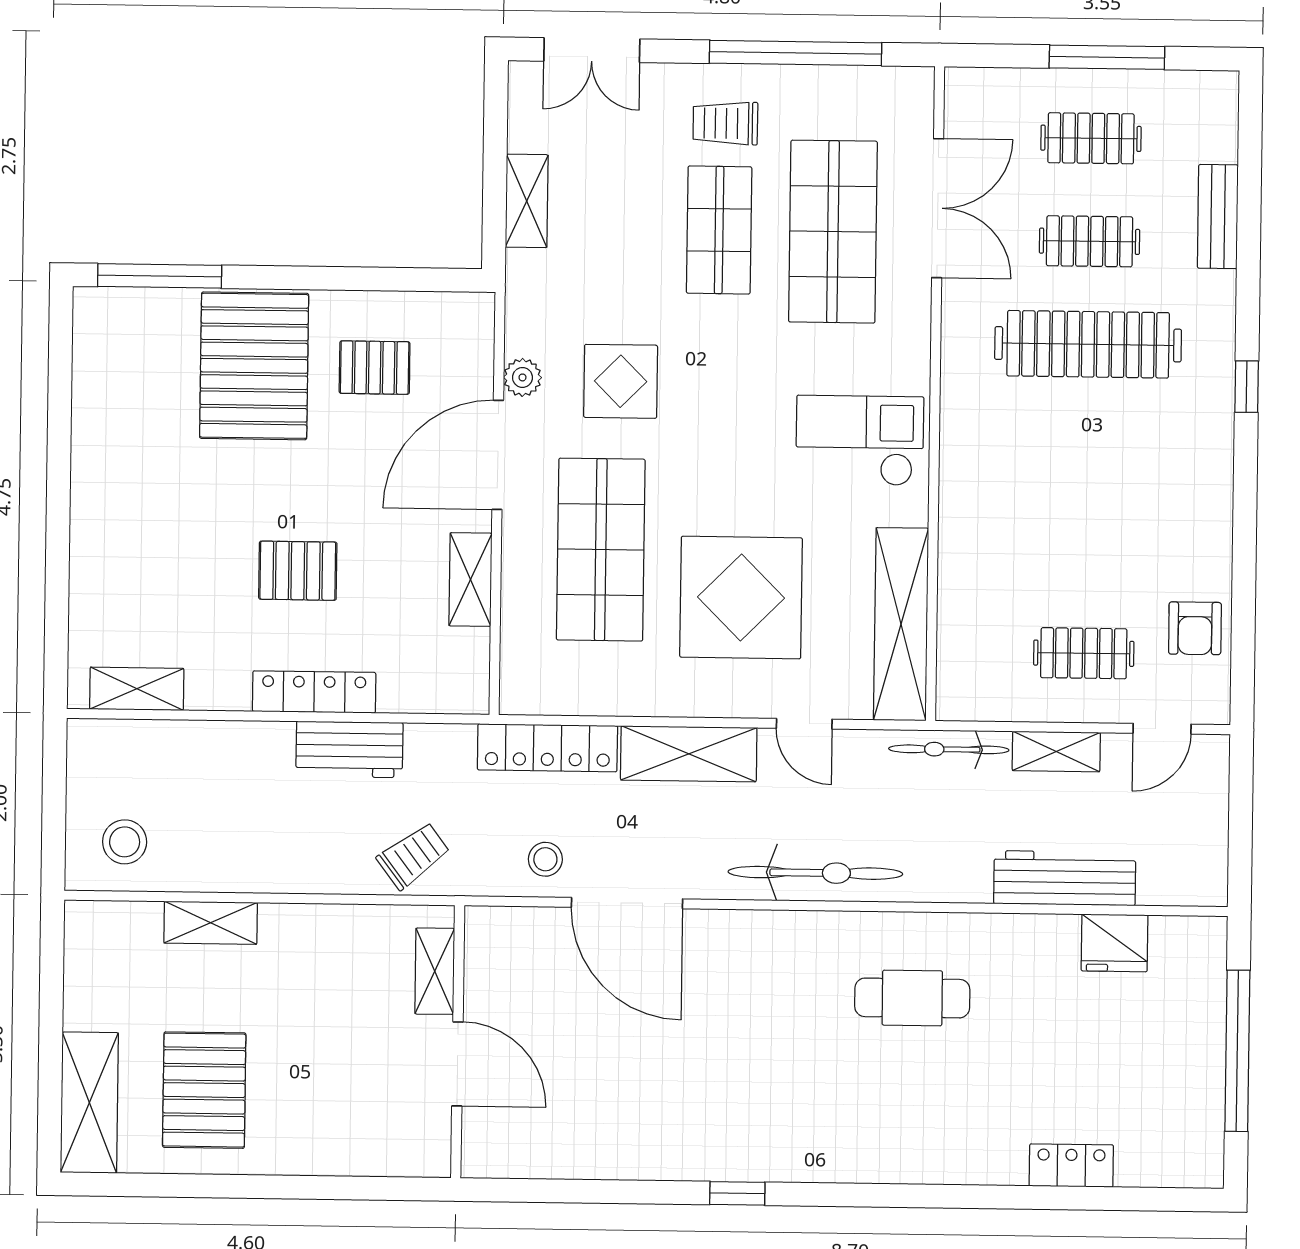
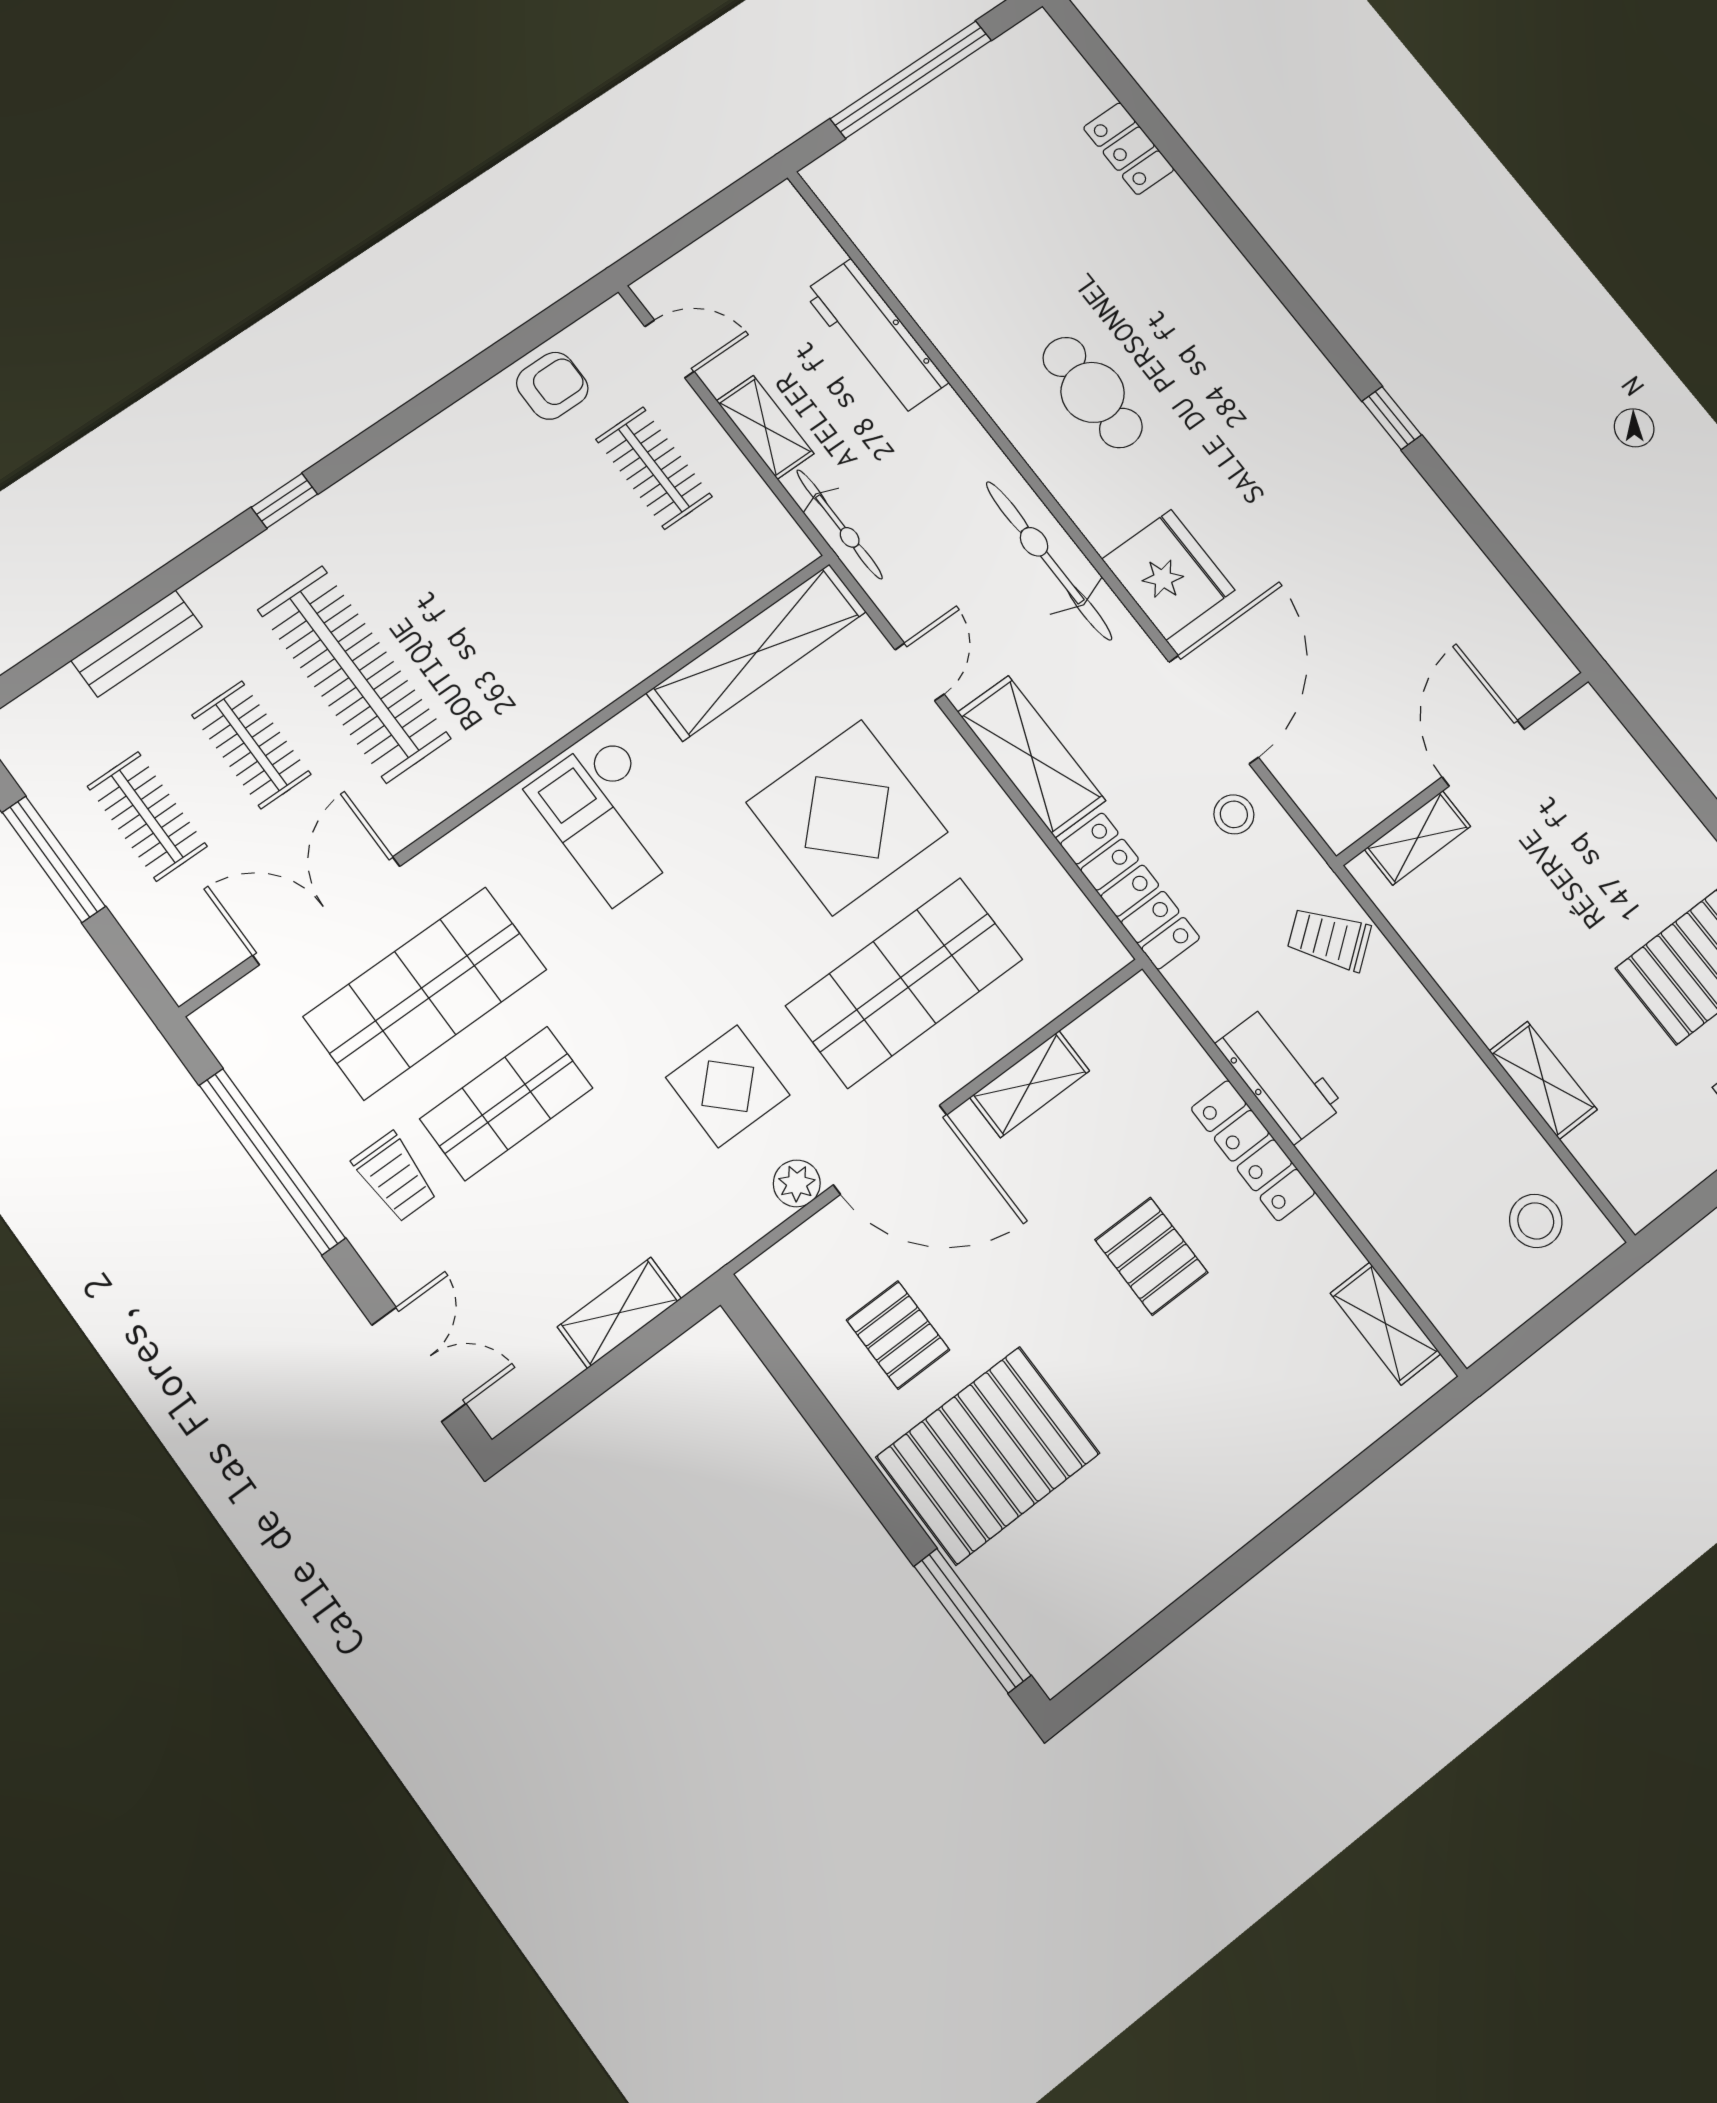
fridge: (1114, 943) -> (1168, 575), moved, width x1.36, depth x1.34

